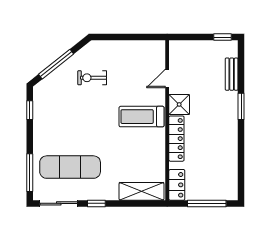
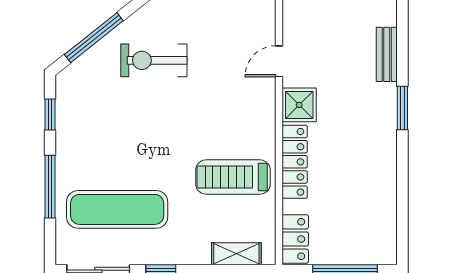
exercise bike: (92, 78) -> (154, 60), width x1.38, depth x1.39
treadmill: (142, 117) -> (233, 177), moved
window: (30, 173) -> (50, 187), moved
shelving: (141, 191) -> (236, 254), width x0.67, depth x0.75

